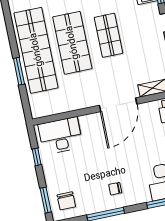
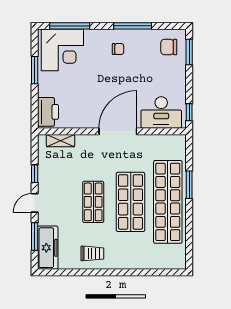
door: (118, 105) -> (118, 131), moved
window: (37, 157) -> (189, 112), moved
chair: (66, 201) -> (169, 47), turned -90

